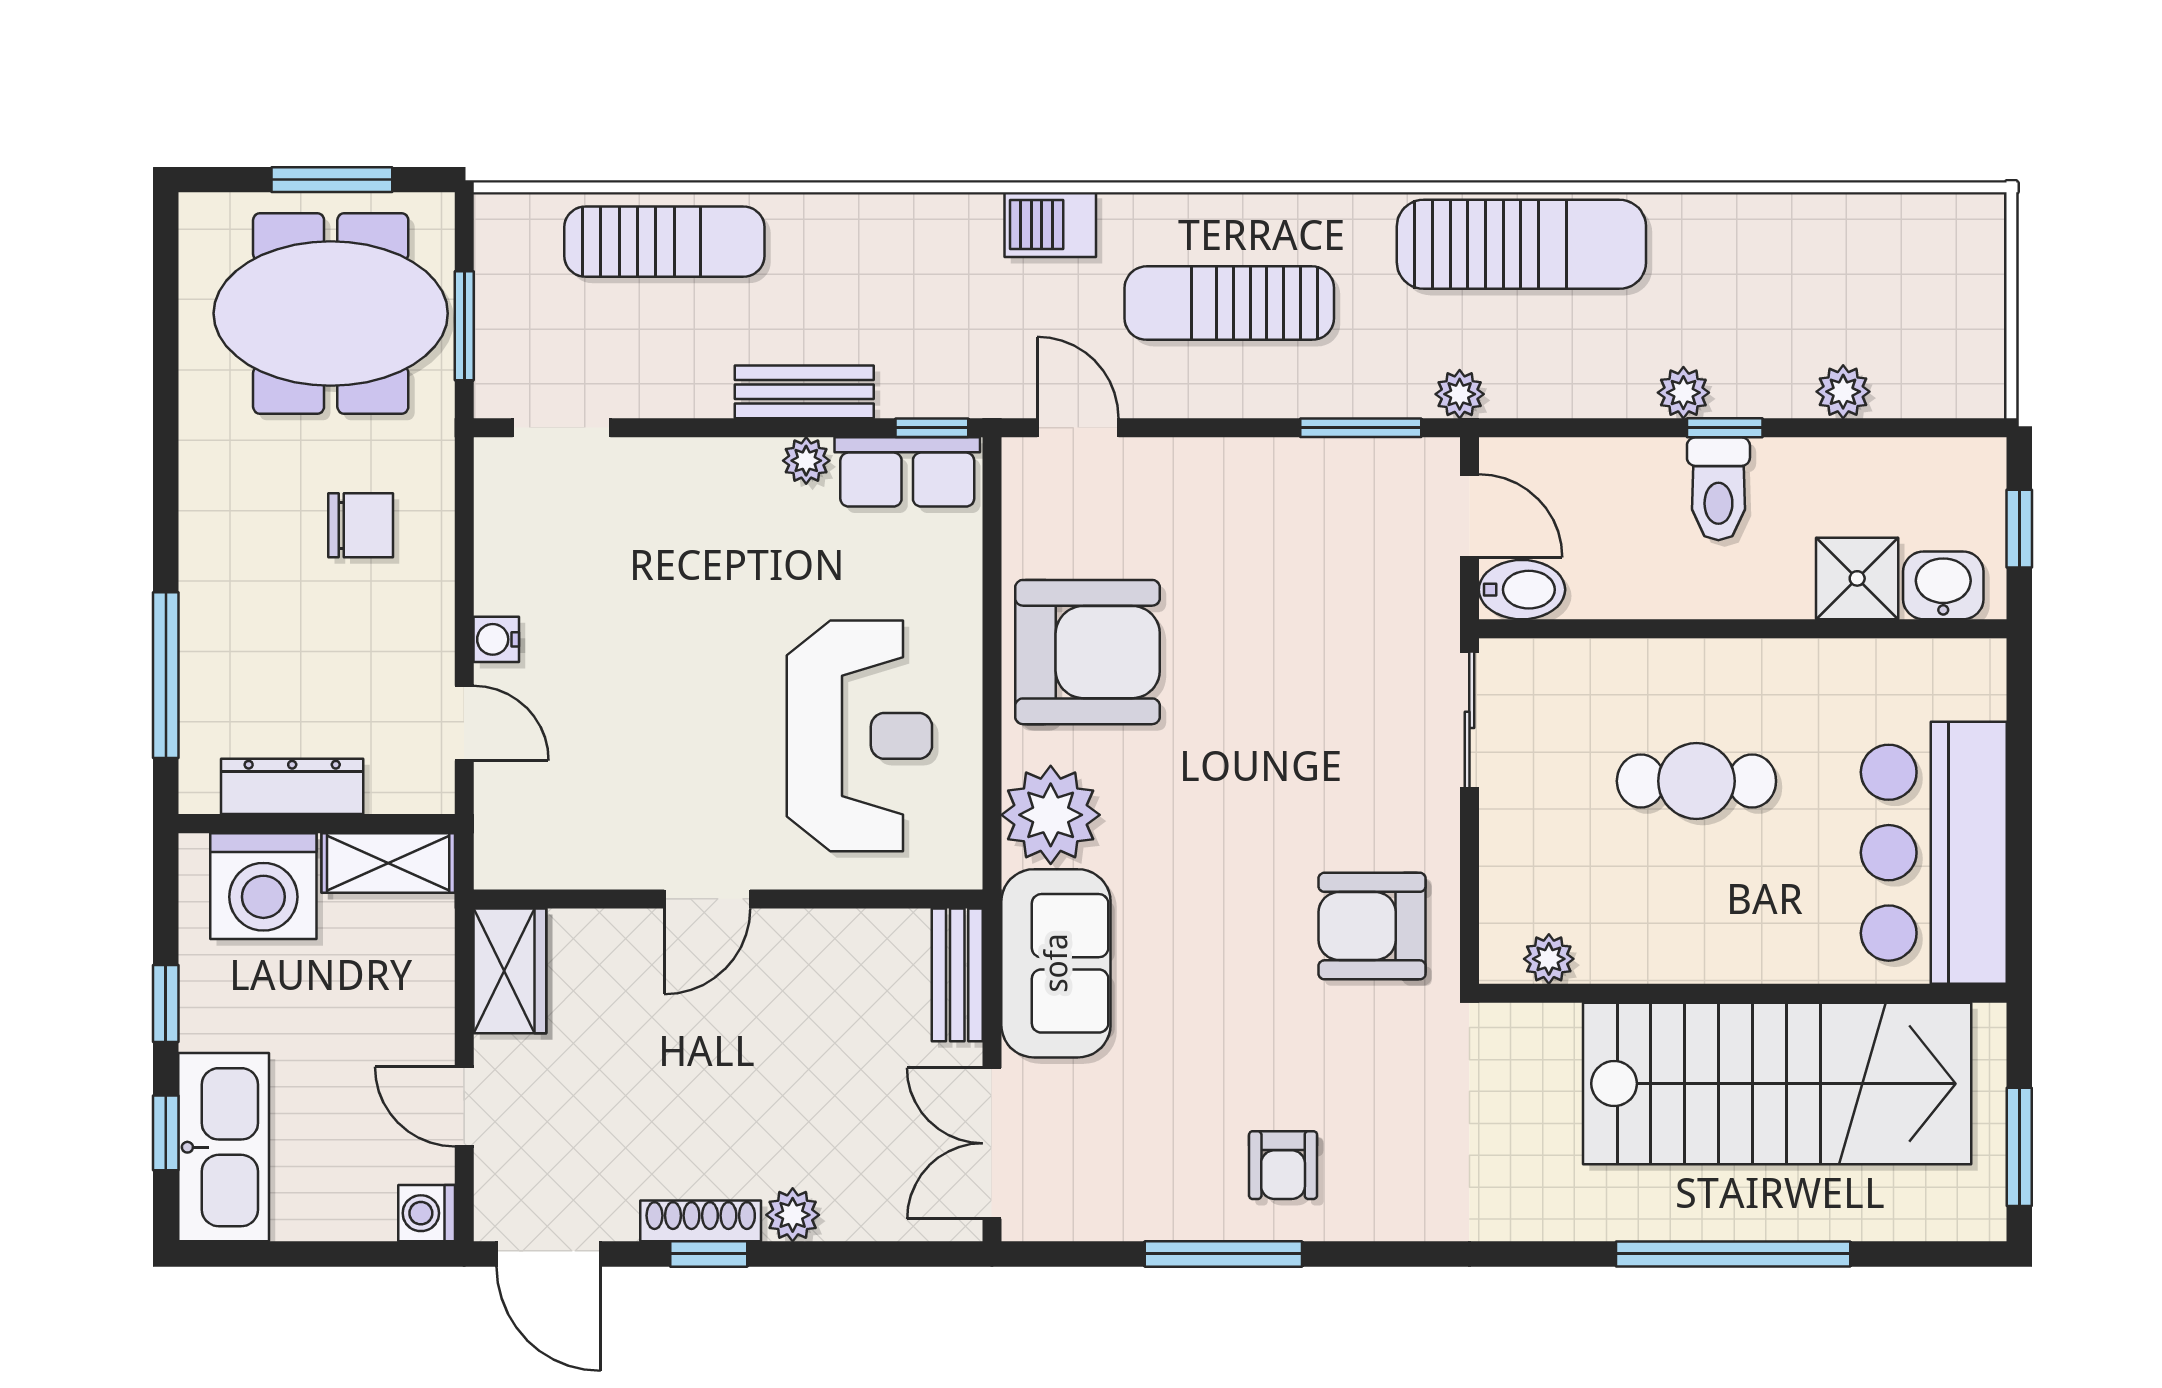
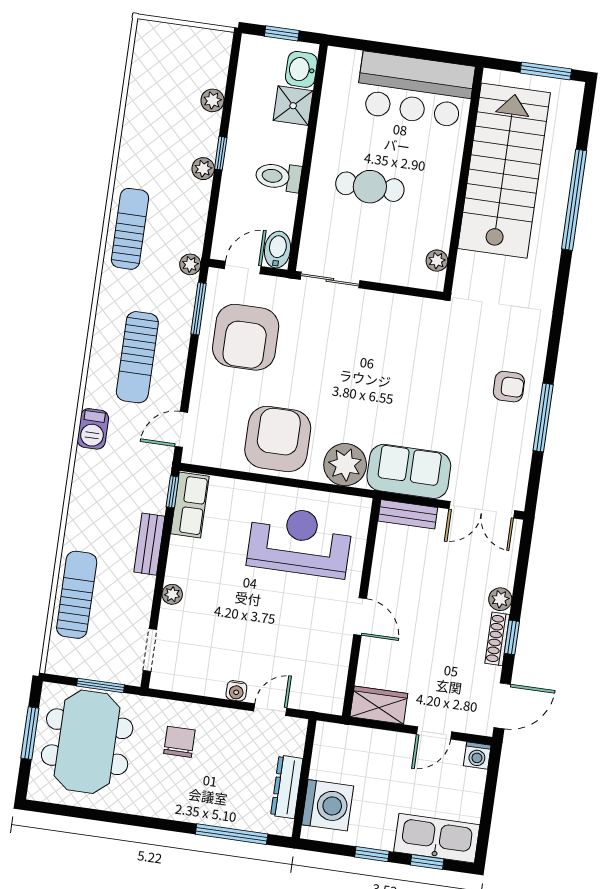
sun lounger: (1521, 244) -> (130, 229), width x0.73, depth x0.75
plant: (806, 461) -> (172, 594), moved
toilet: (1718, 489) -> (278, 177), moved, turned 180
cafe table: (1696, 781) -> (370, 187), turned 90
shelving: (388, 863) -> (325, 751), removed
armchair: (1372, 926) -> (246, 337), moved, width x1.36, depth x1.36

